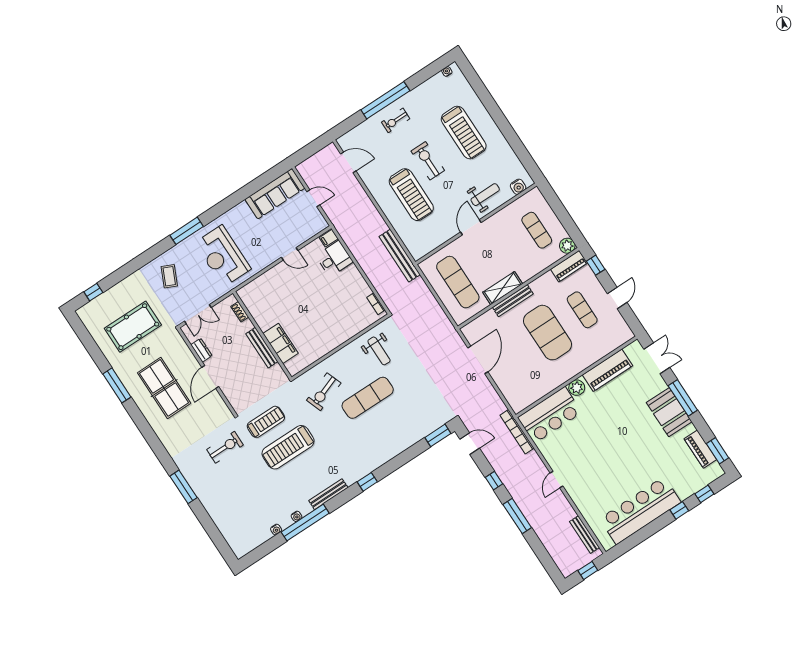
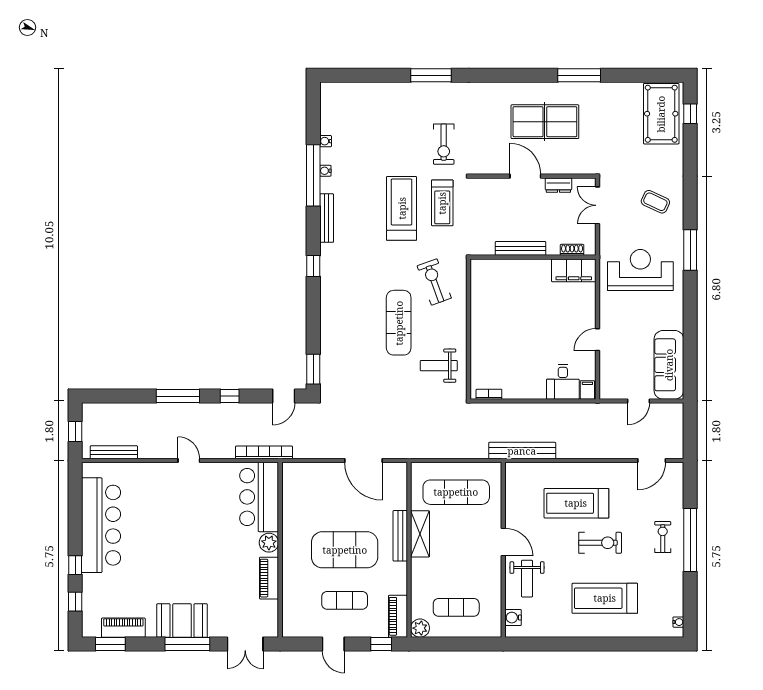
pool table: (133, 327) -> (661, 114), moved
filing cabinet: (281, 343) -> (574, 270), moved
piano: (608, 370) -> (269, 578), width x0.73, depth x0.75

